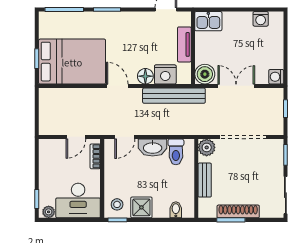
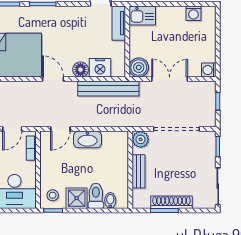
tv unit: (184, 44) -> (119, 23), moved
toilet: (176, 152) -> (96, 196), moved, turned 180

